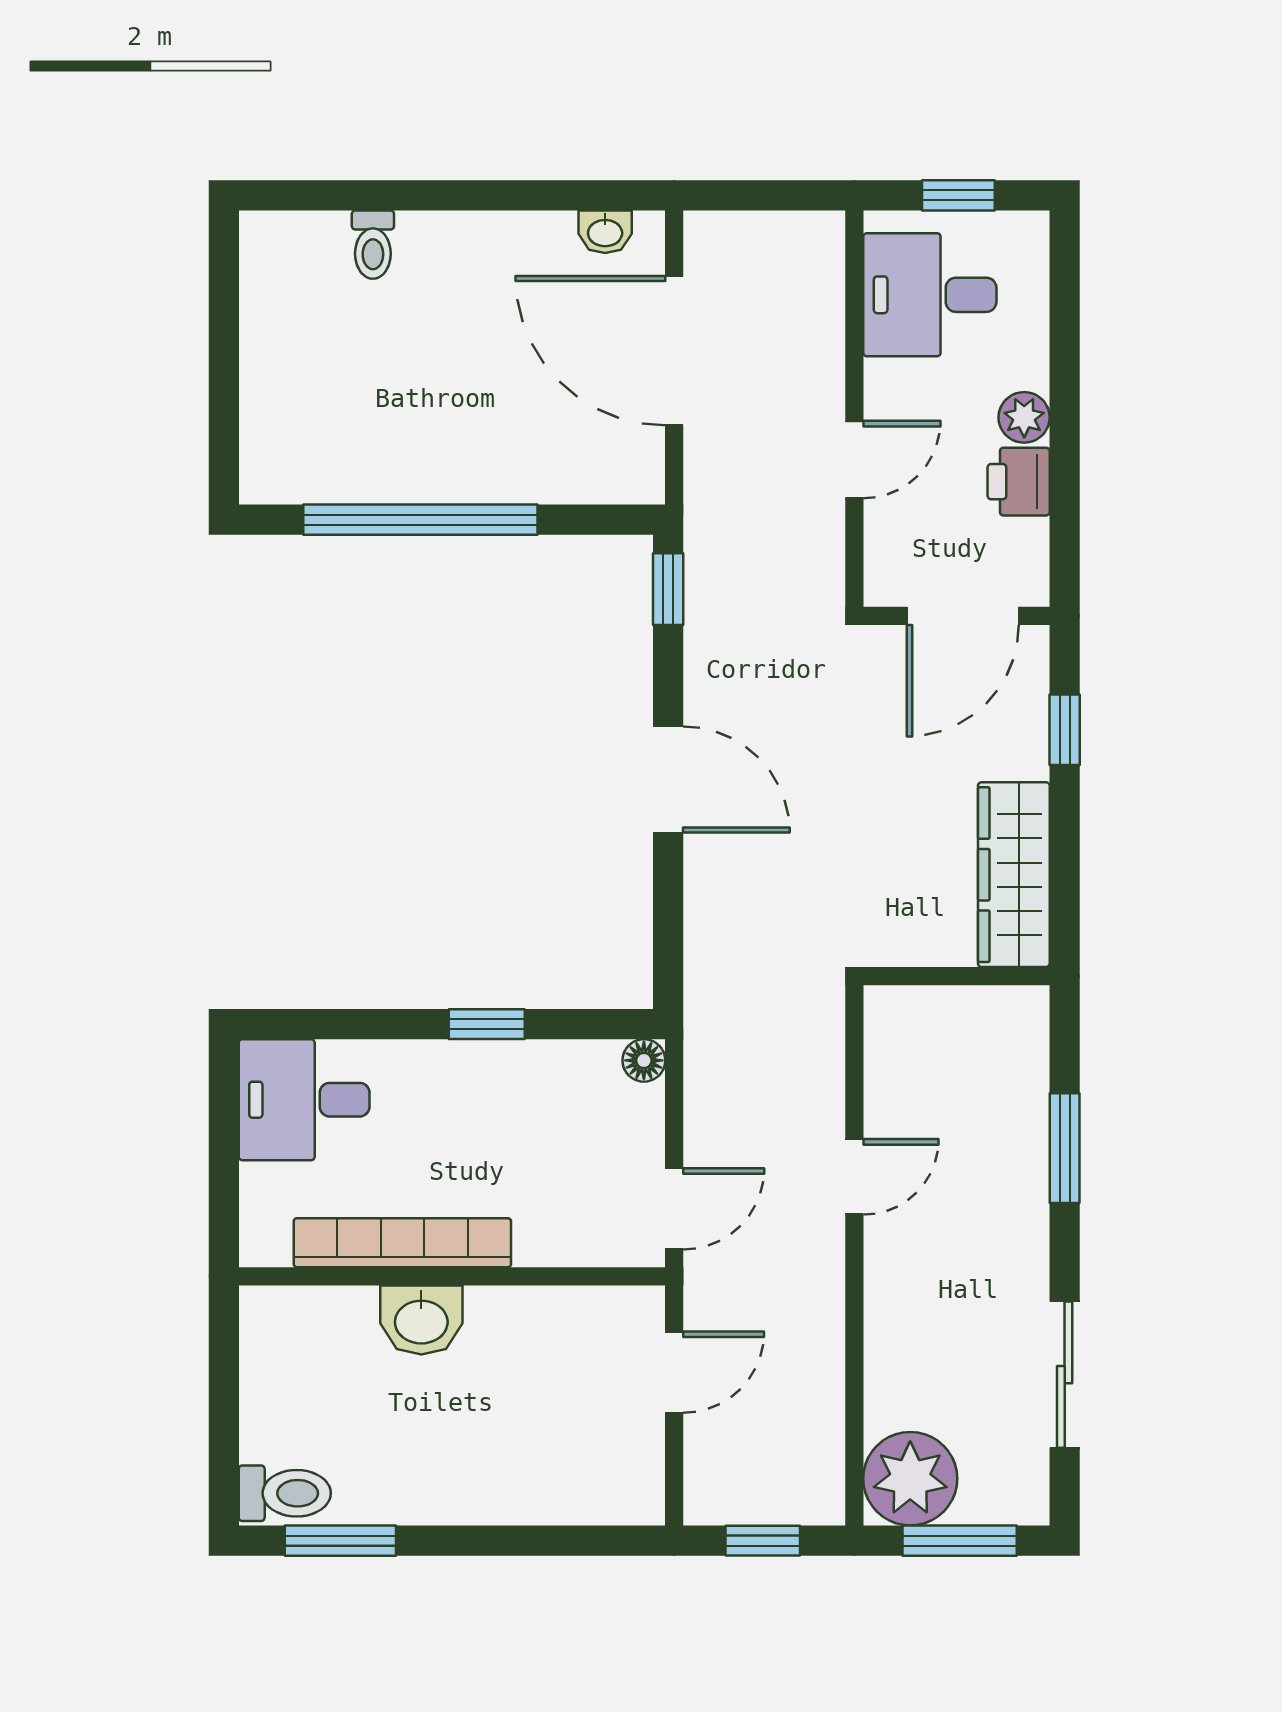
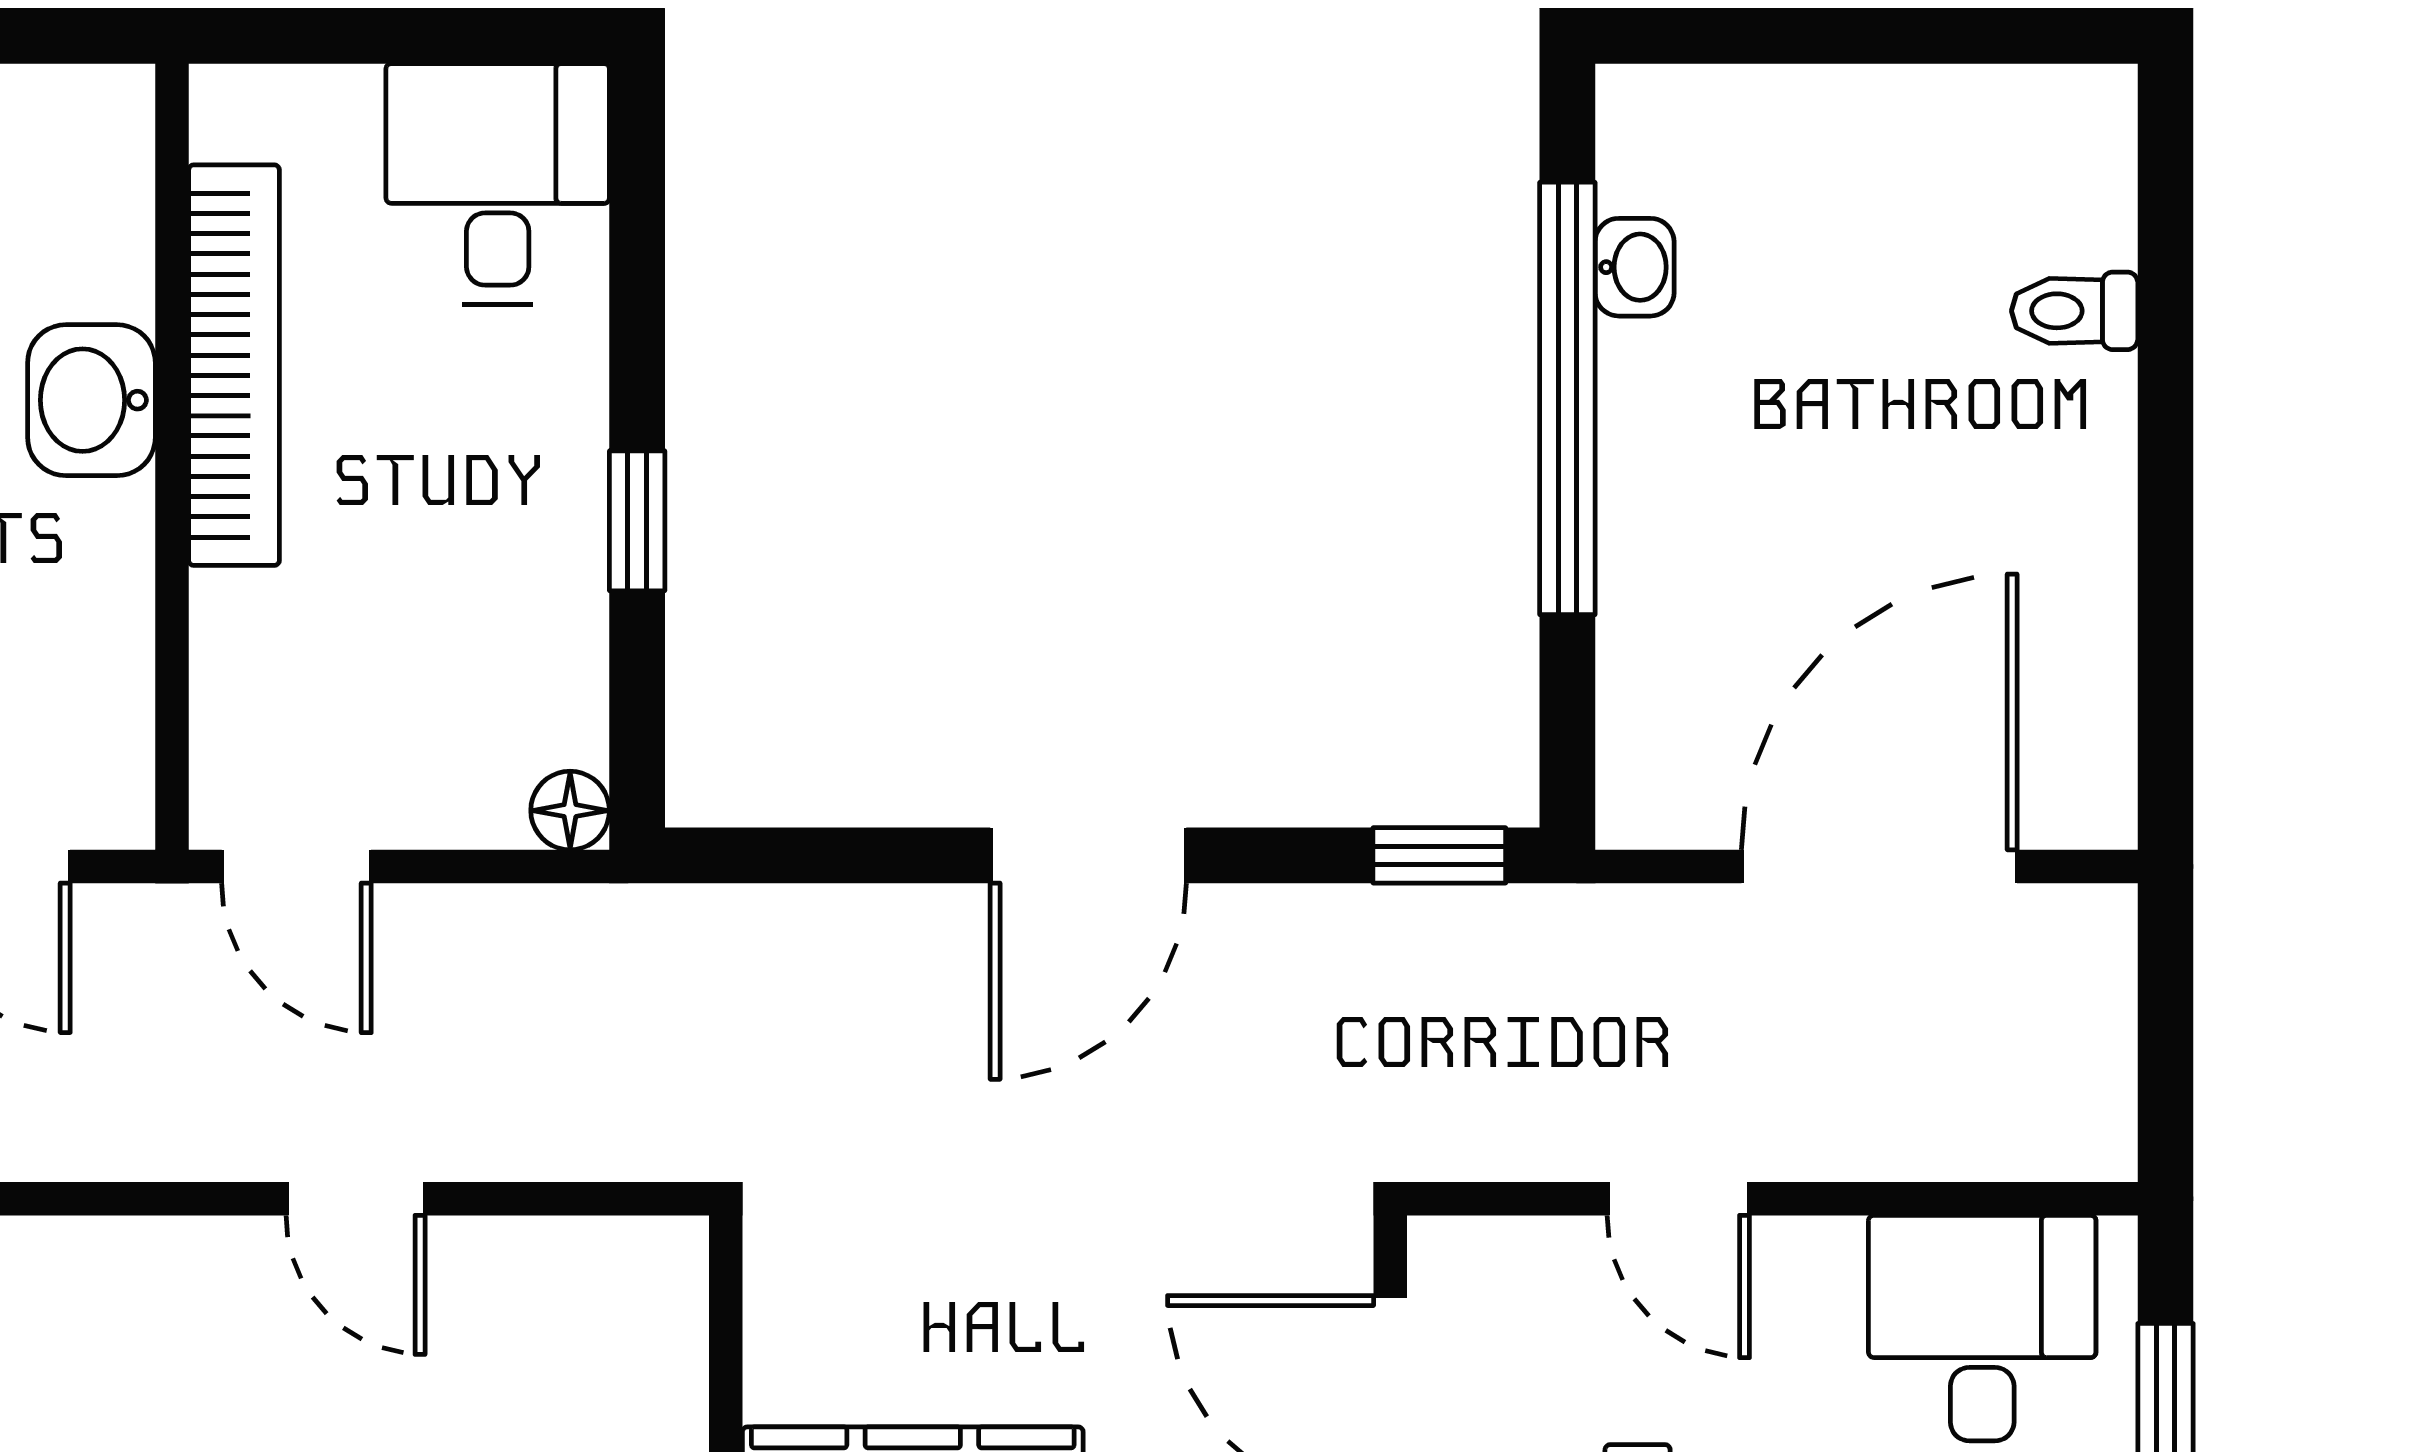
washbasin: (605, 232) -> (1635, 267), moved, turned 180

